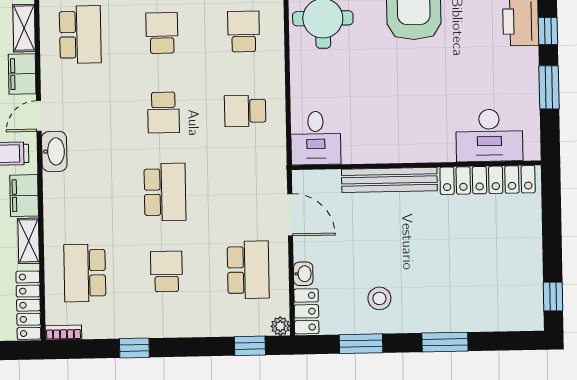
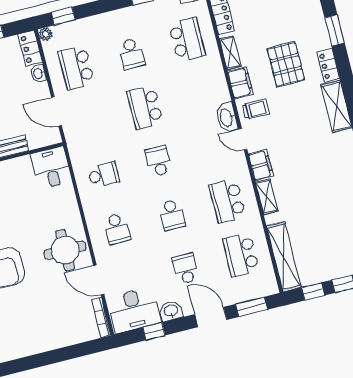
door: (39, 116) -> (243, 139), swing flipped

